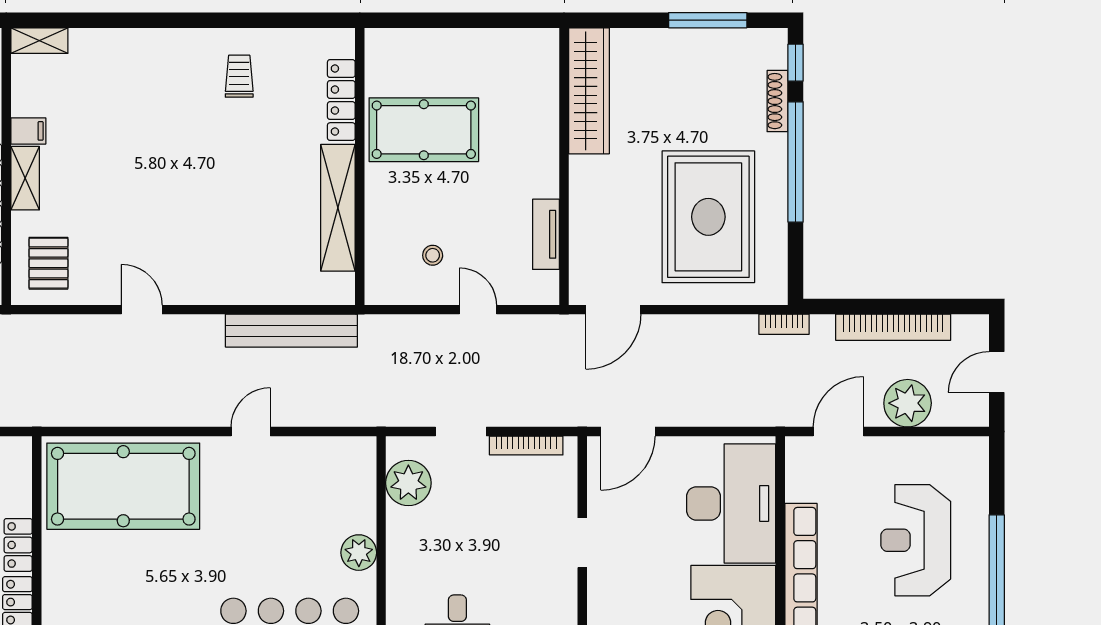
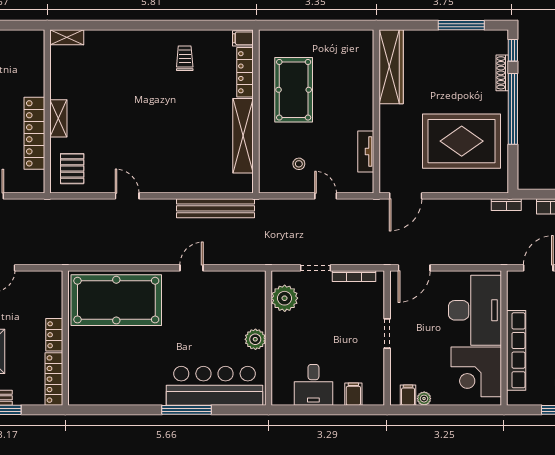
pool table: (424, 130) -> (294, 90), turned 90
filing cabinet: (28, 131) -> (243, 38), moved, turned 180
rug: (708, 217) -> (462, 141), turned 90

